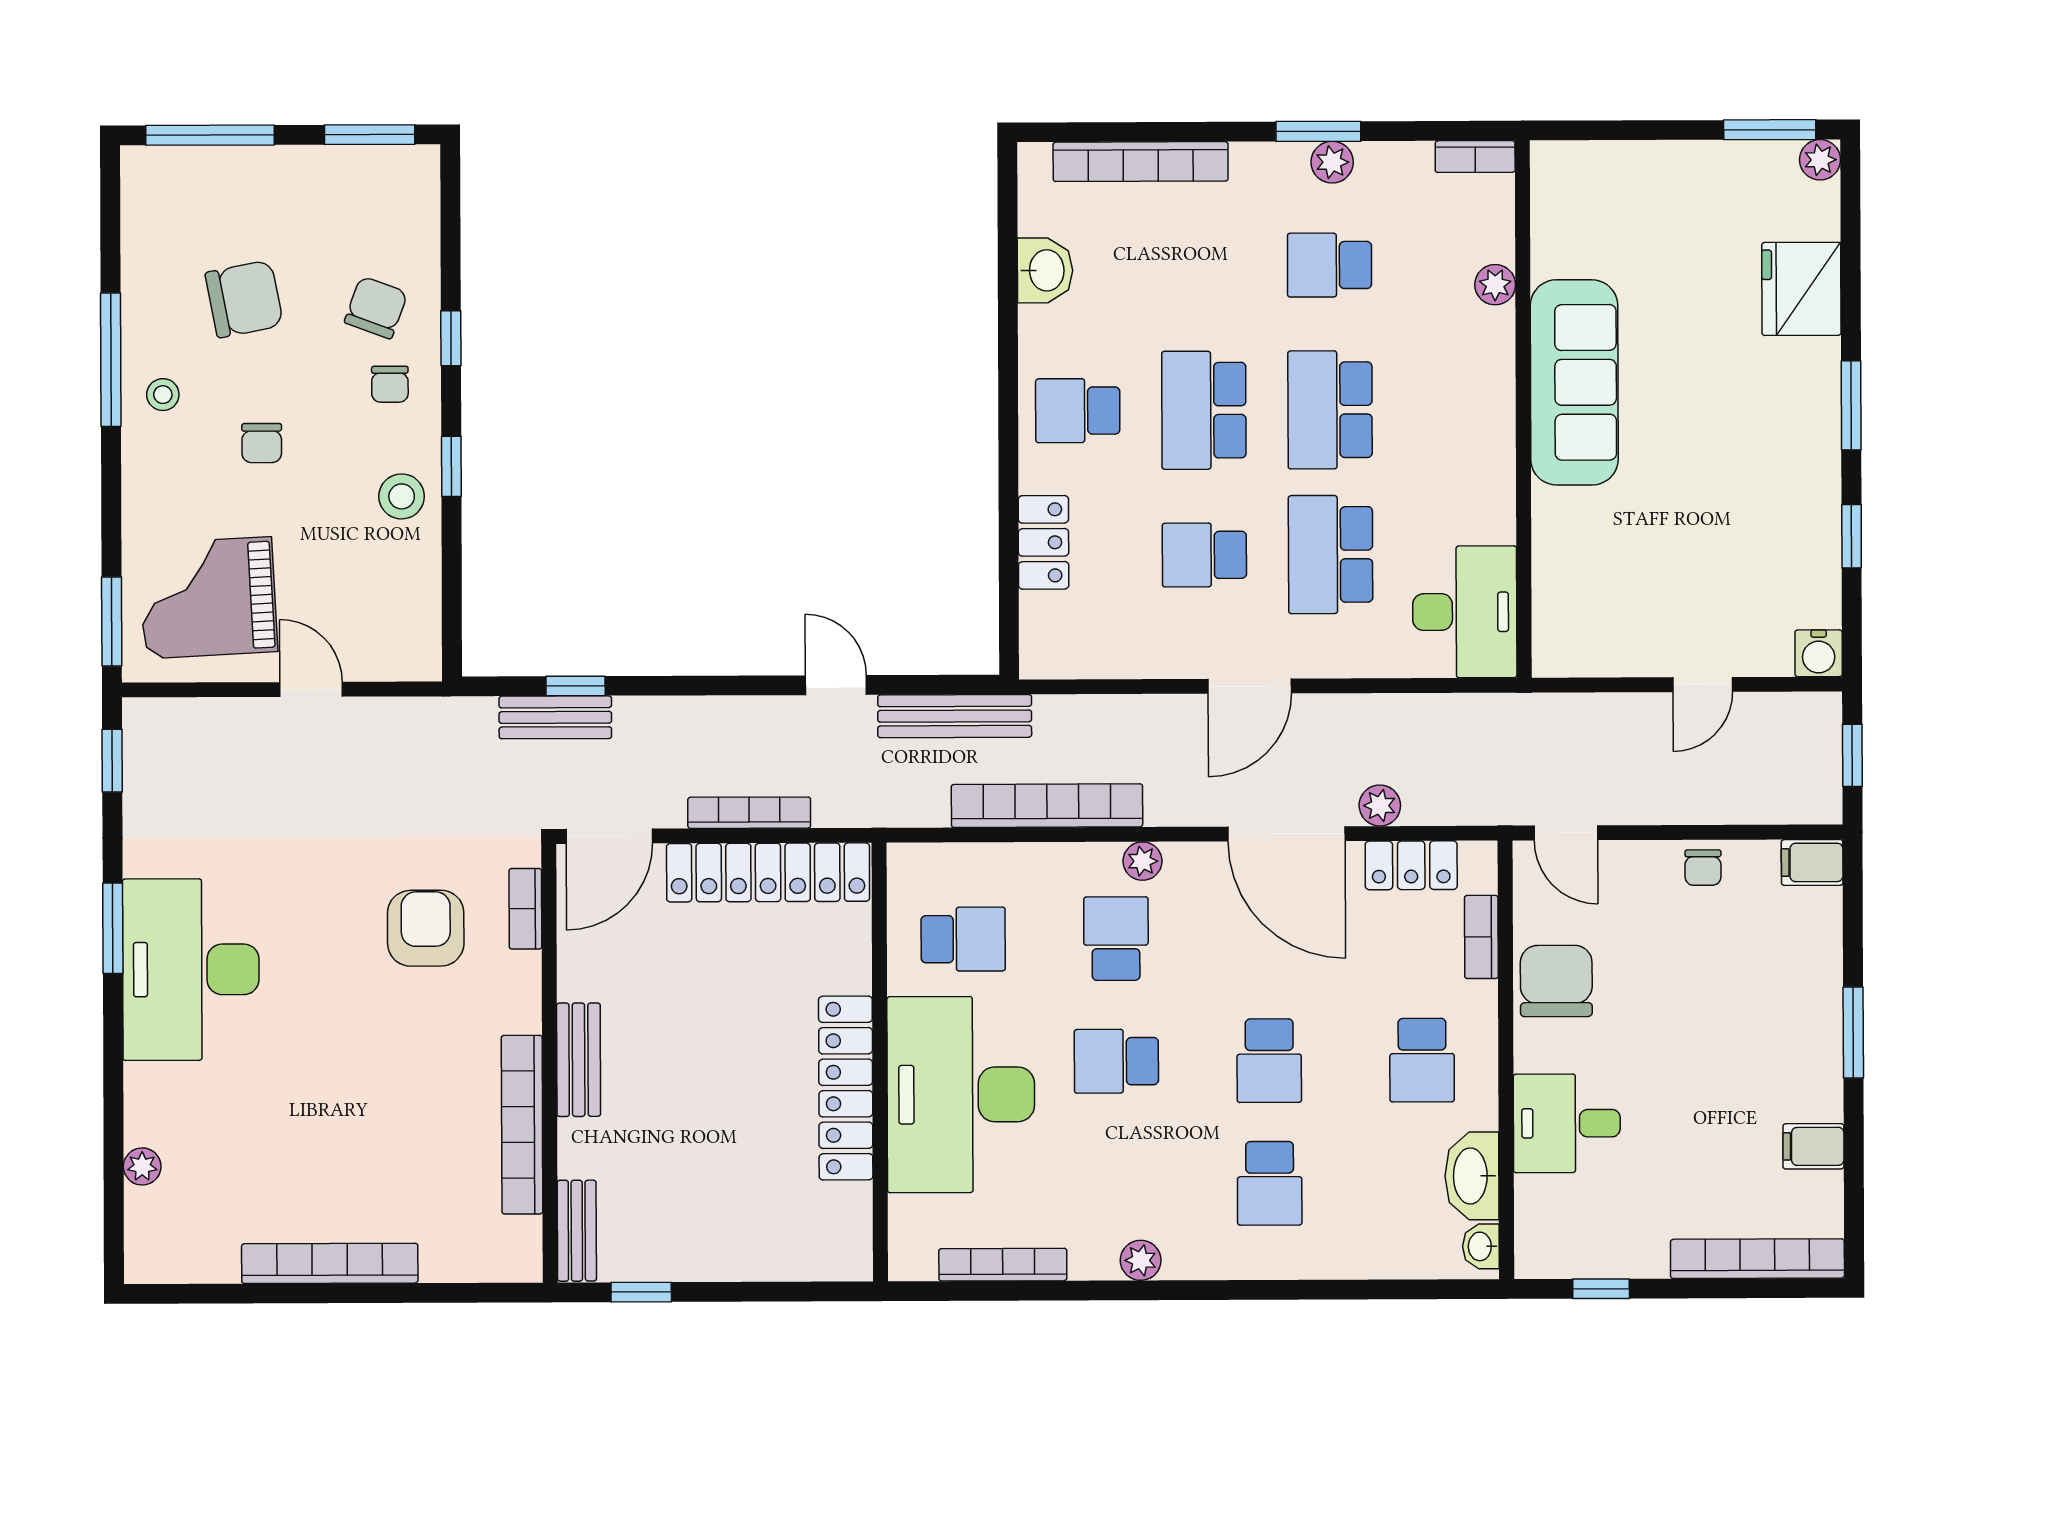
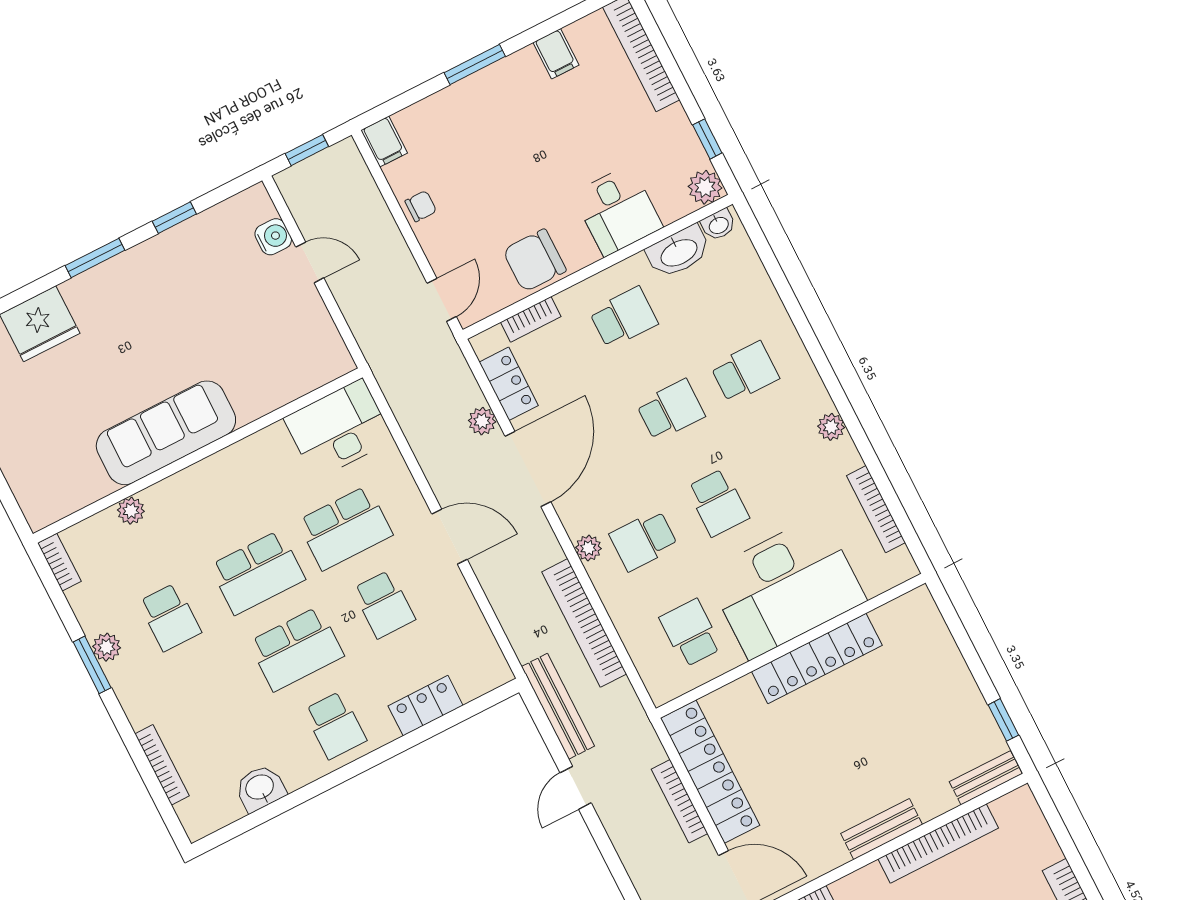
bookcase: (1141, 162) -> (162, 765), width x0.68, depth x0.76
water cooler: (1819, 653) -> (273, 237), moved
plant: (1539, 1254) -> (705, 187), added

